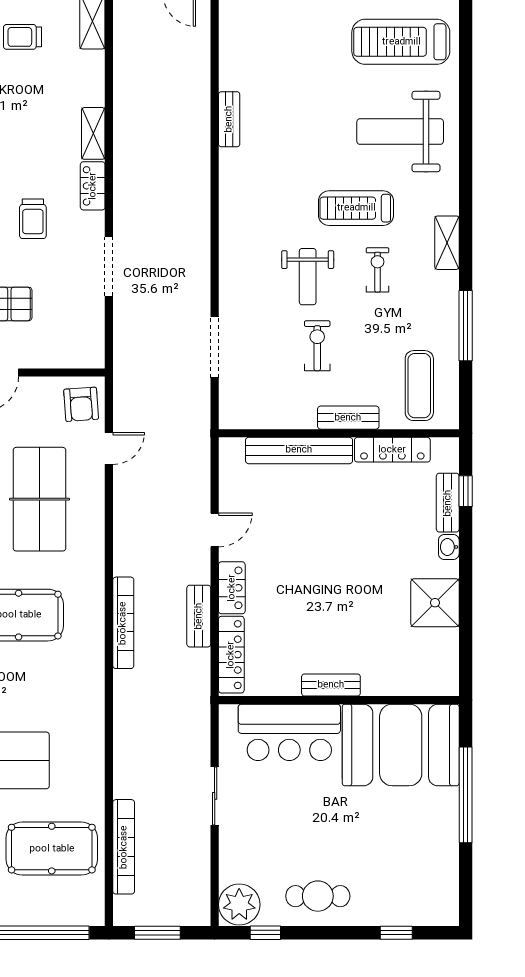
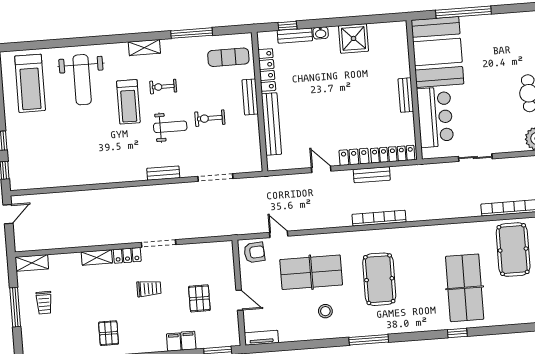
bench: (229, 119) -> (163, 173), moved
doorway: (109, 267) -> (159, 244), moved

